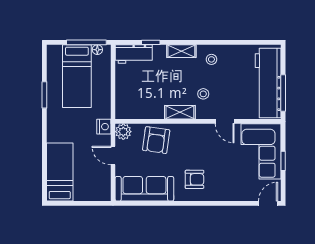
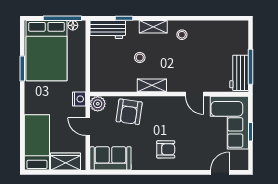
bed: (77, 76) -> (47, 51), width x1.50
workbench: (268, 83) -> (239, 73), width x0.53, depth x0.76
stool: (203, 94) -> (140, 58), moved
sofa: (144, 189) -> (110, 158), width x0.73
wardrobe: (90, 192) -> (66, 162), added
door: (268, 203) -> (220, 172), moved

